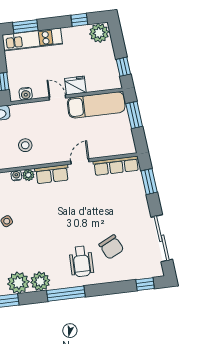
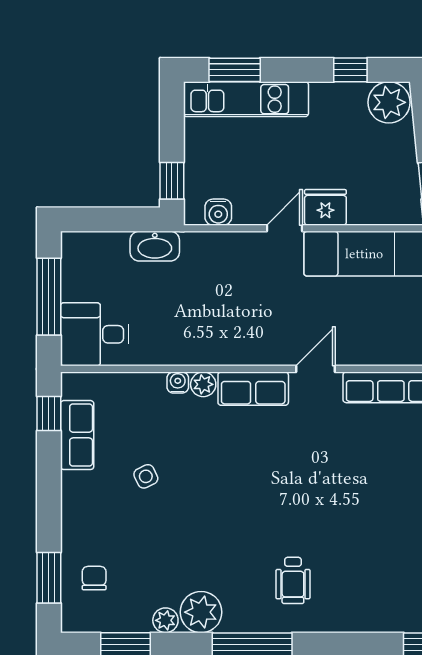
door: (57, 98) -> (284, 228), hinge flipped
stool: (25, 145) -> (204, 321), removed
chair: (111, 247) -> (360, 558), removed
wheelchair: (81, 261) -> (293, 580), width x0.73, depth x0.73
plant: (18, 283) -> (165, 620), width x0.53, depth x0.53

